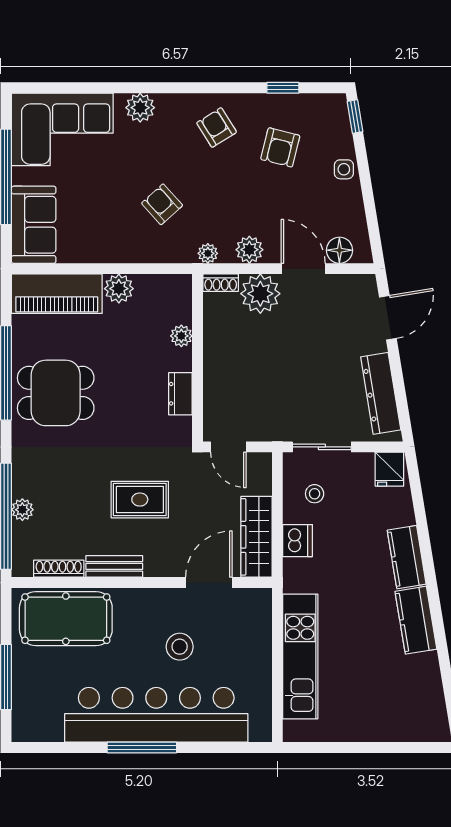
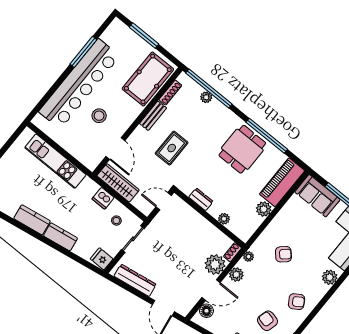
window: (142, 747) -> (83, 52), moved

